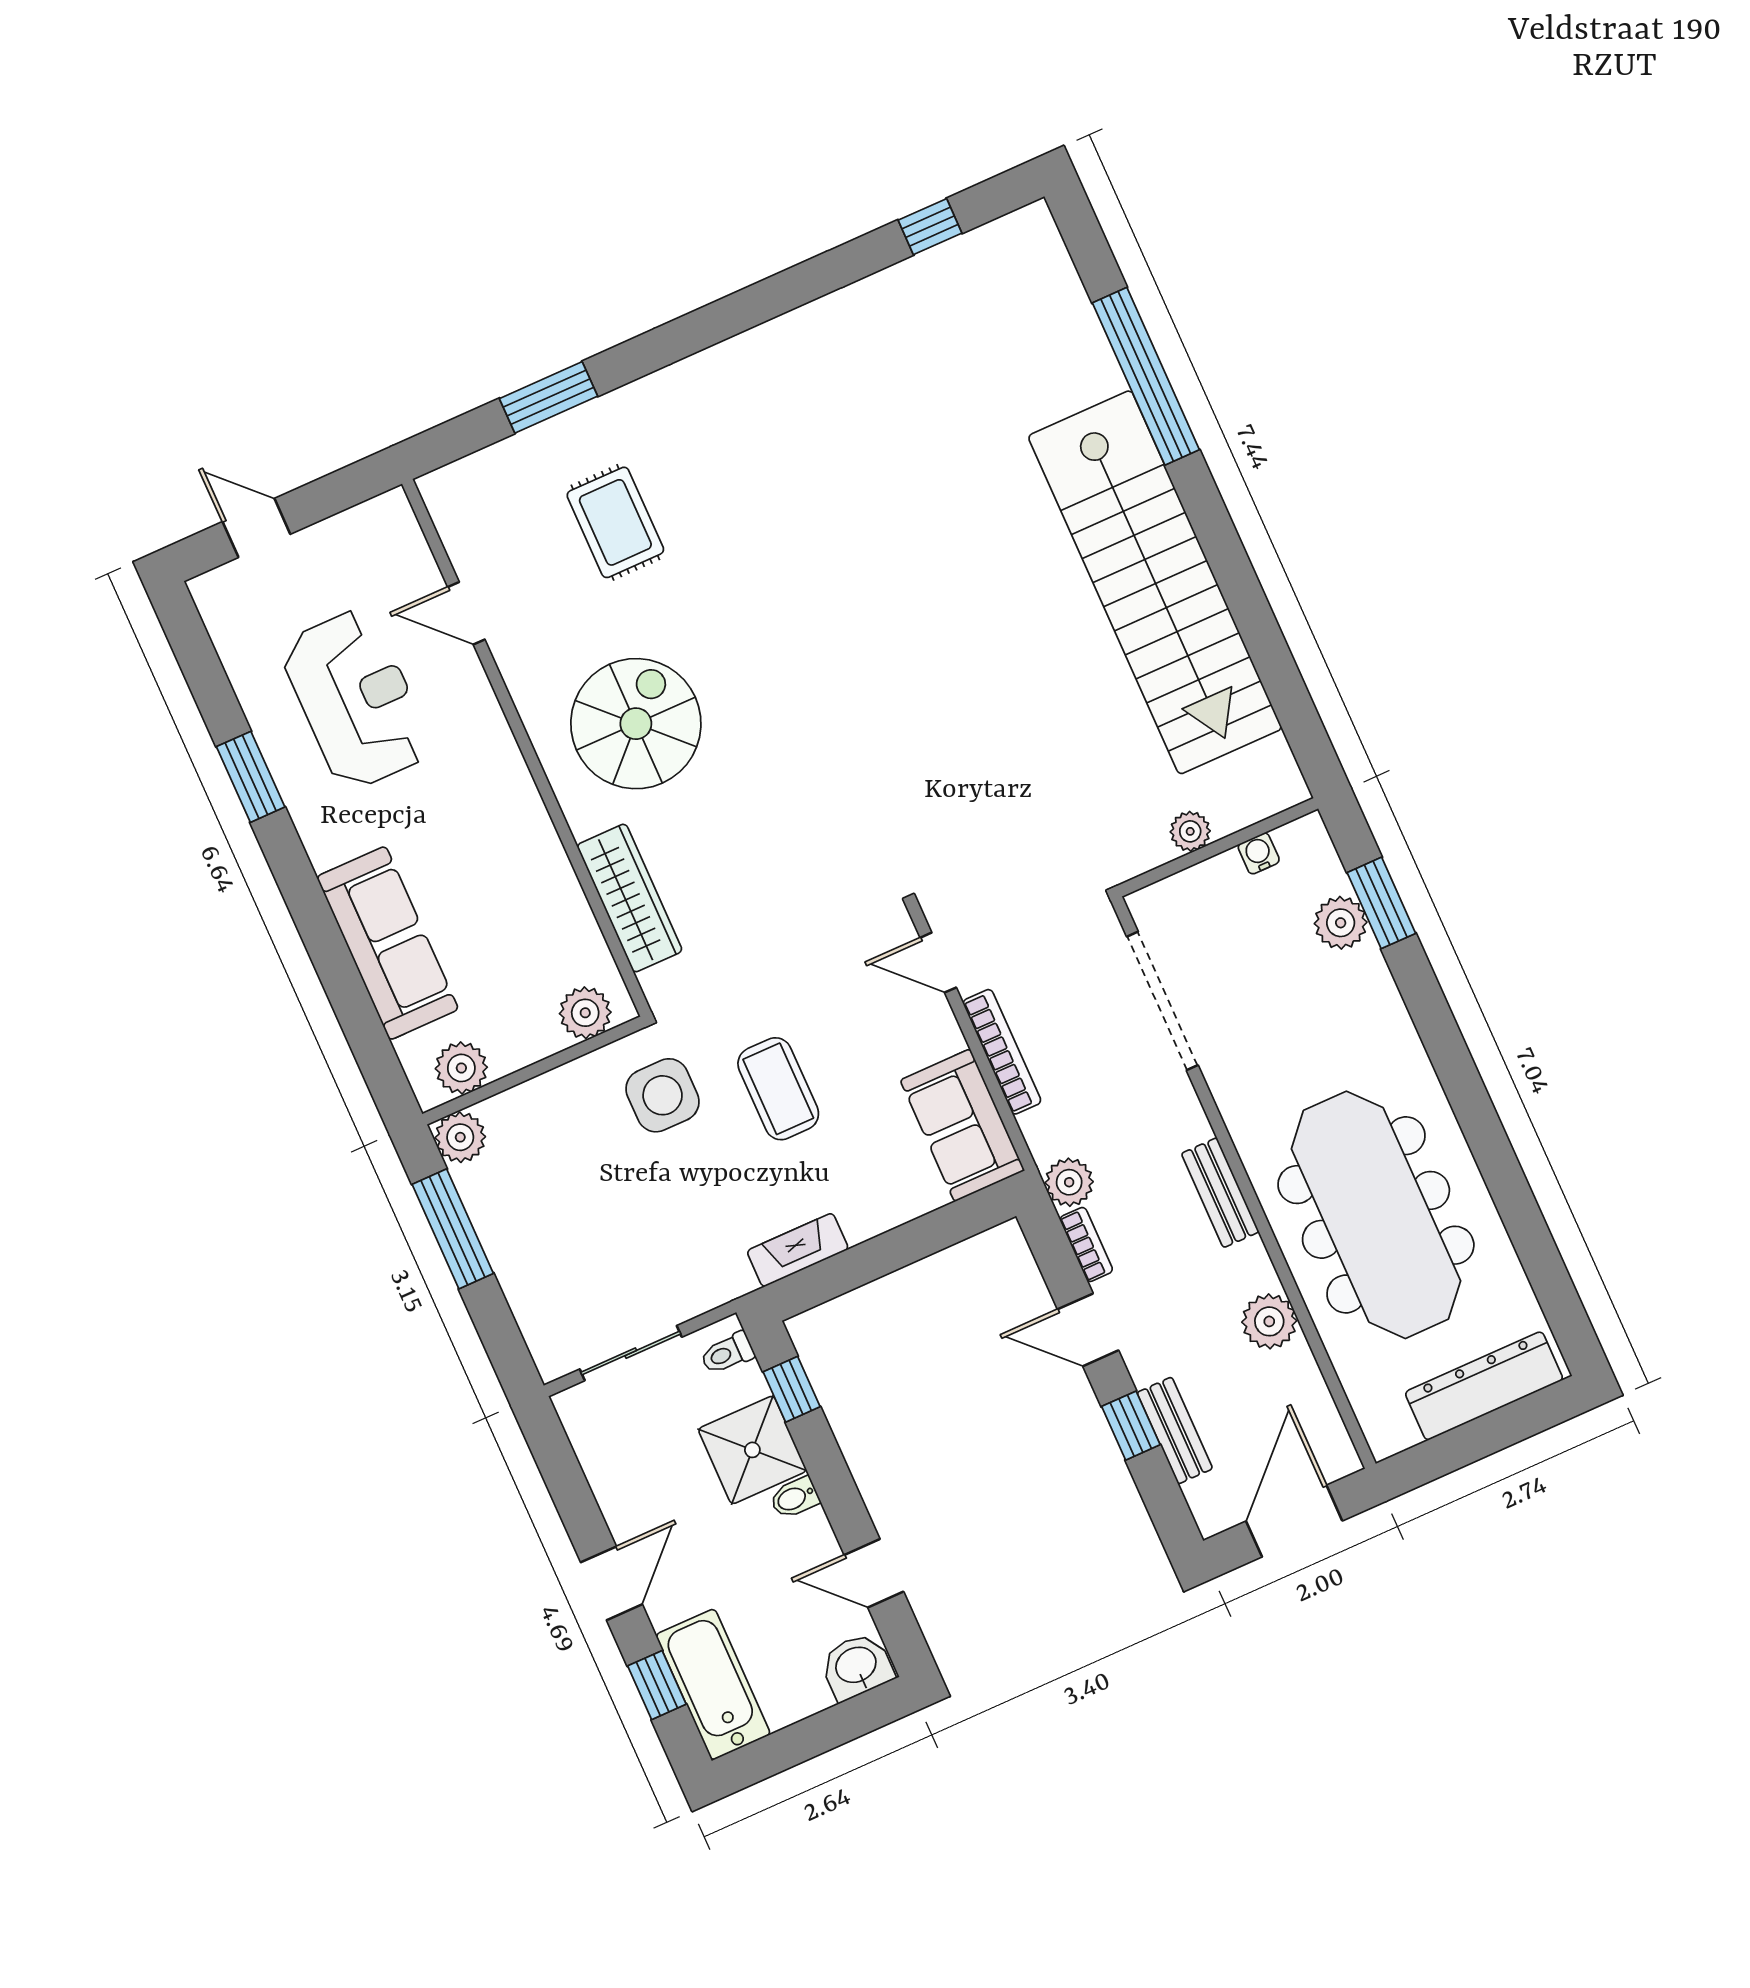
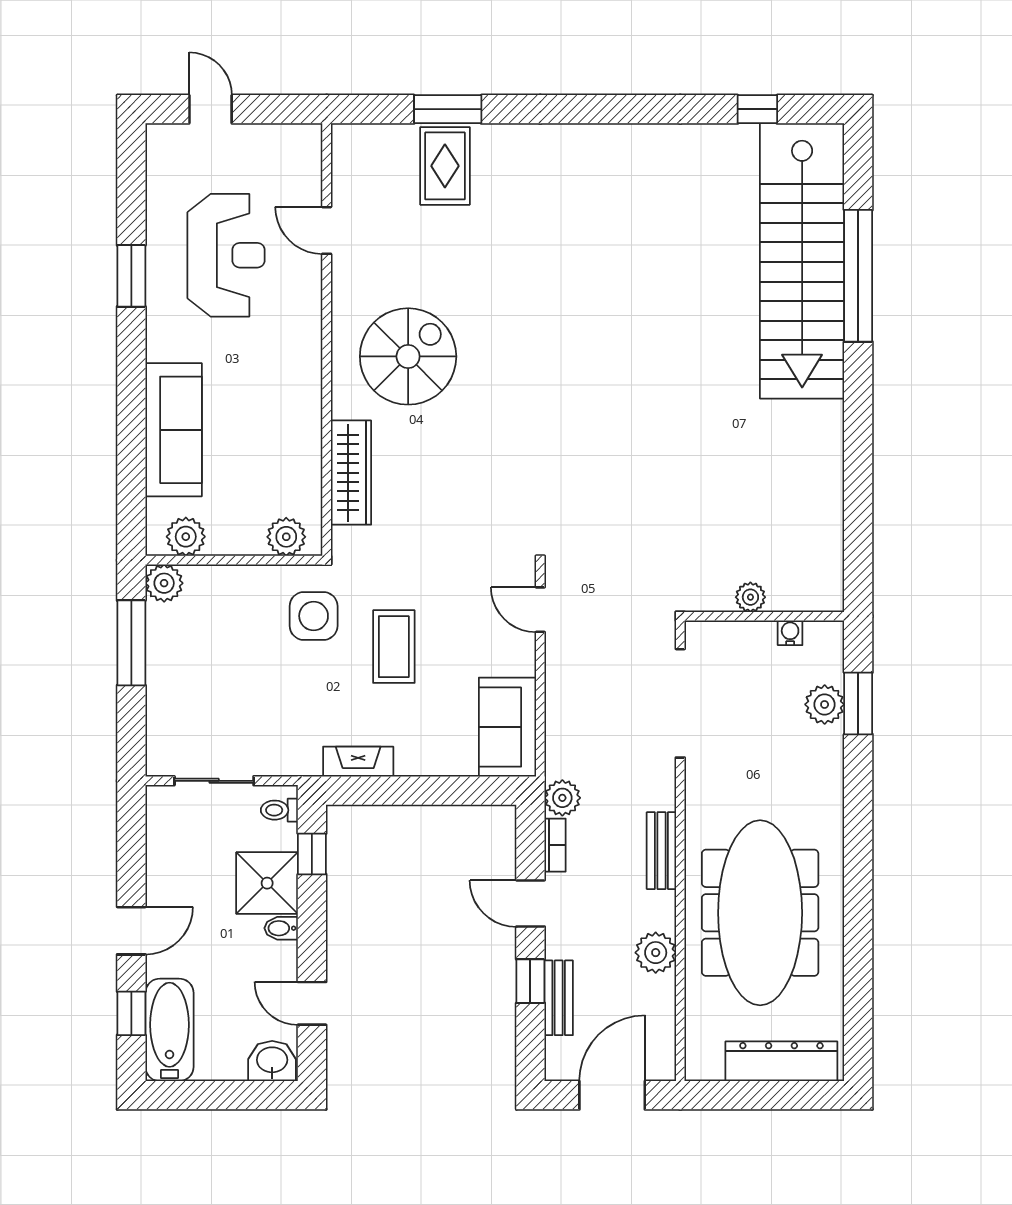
rug: (615, 522) -> (445, 166), moved
stairs: (1155, 582) -> (802, 261), moved
bookcase: (1002, 1052) -> (556, 689), removed

